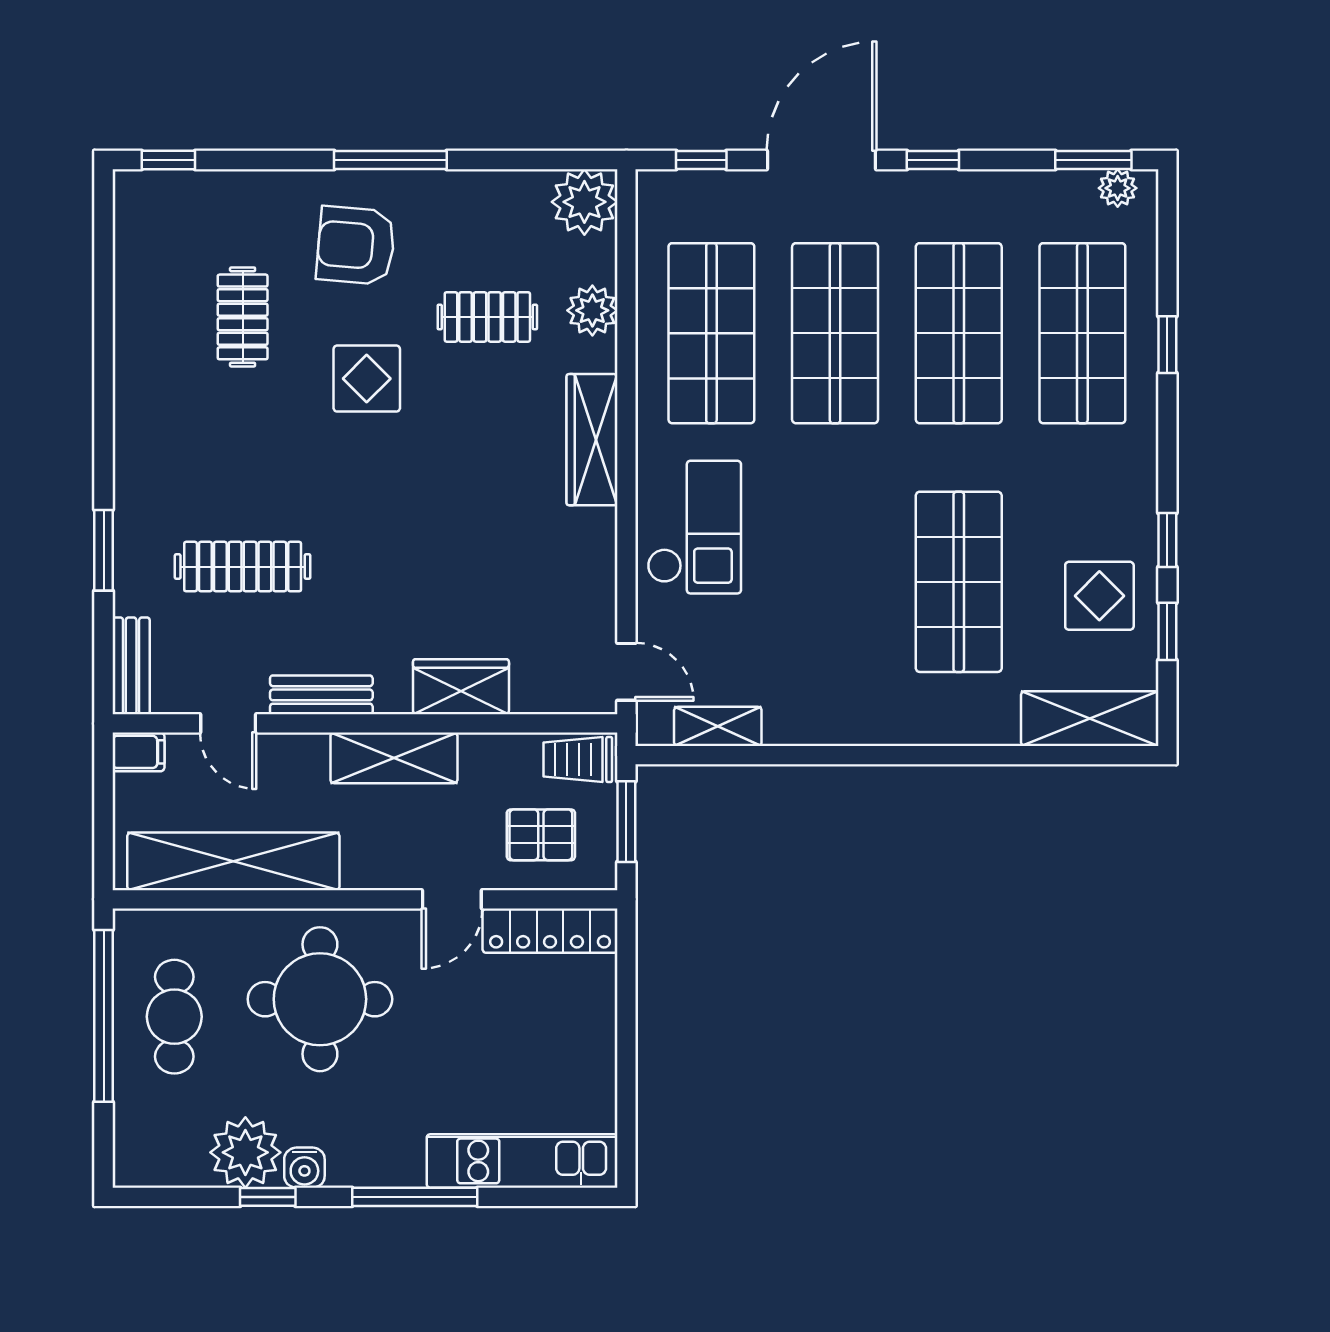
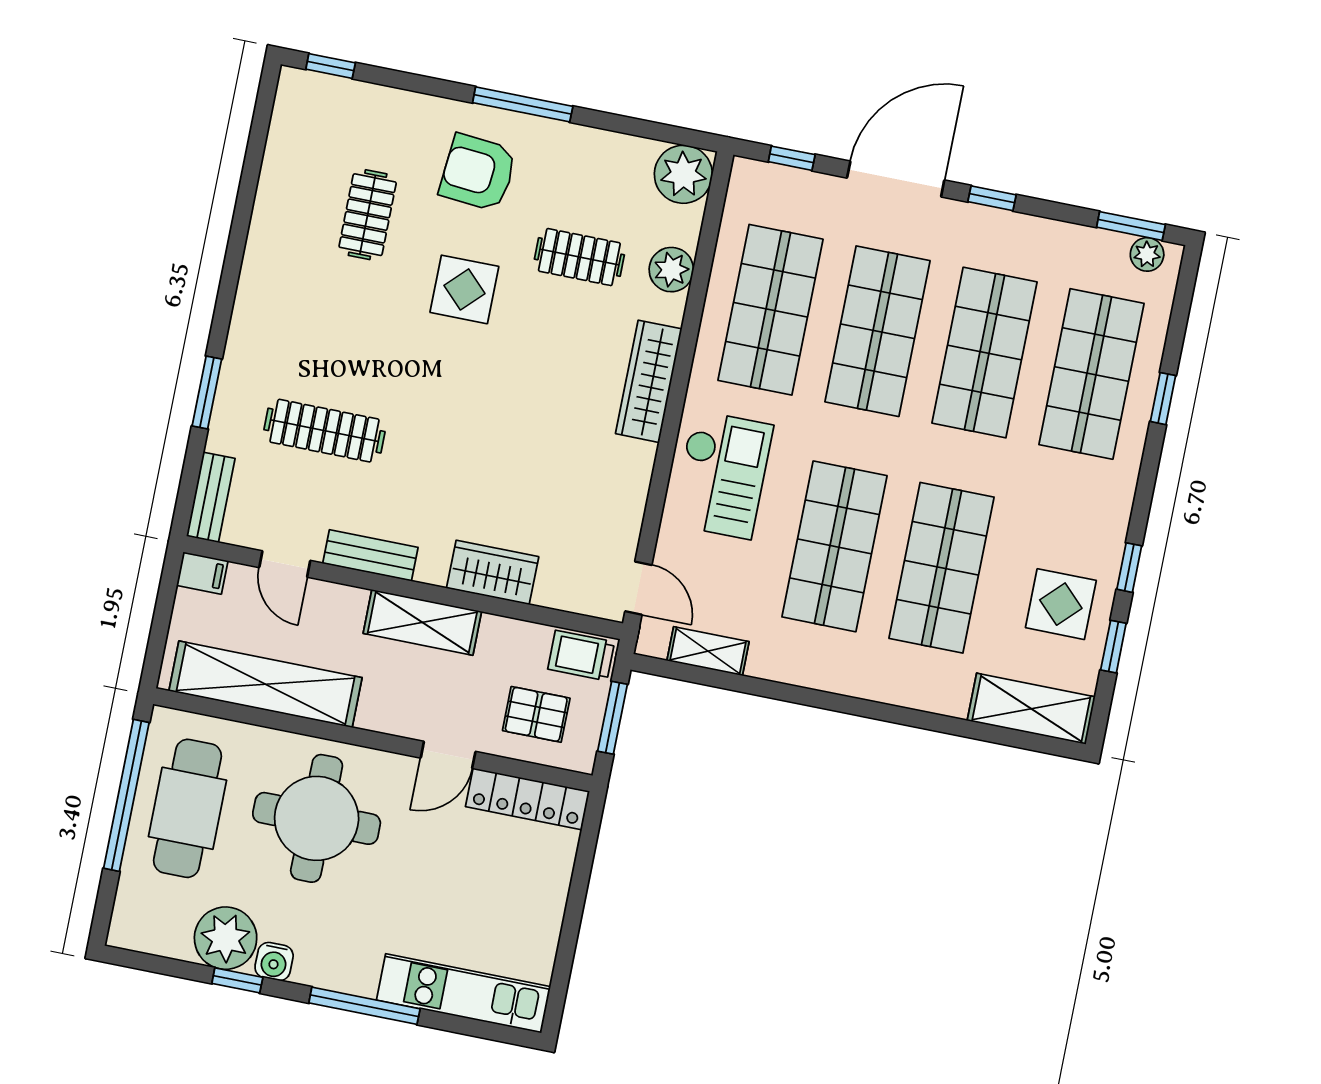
shop shelf: (835, 582) -> (834, 546), added
cafe table: (174, 1017) -> (188, 808), width x1.37, depth x1.35

